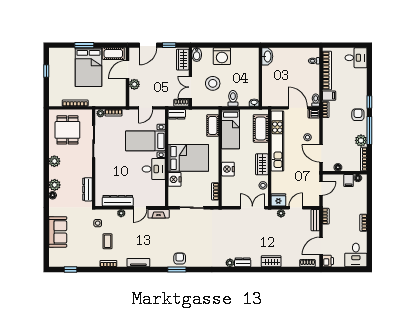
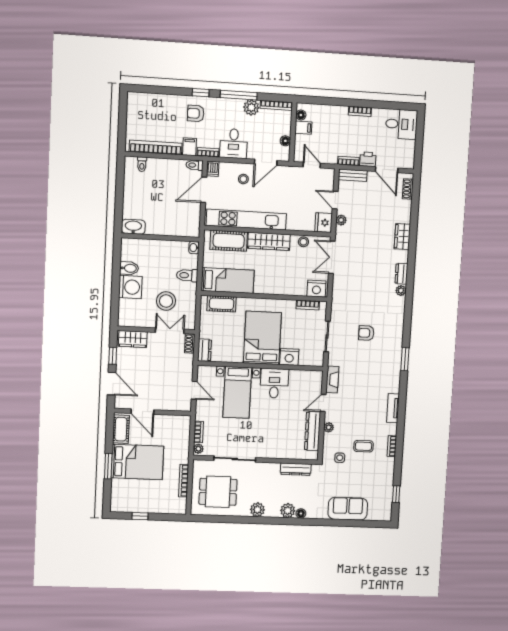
bidet: (197, 55) -> (129, 268), moved
desk: (356, 58) -> (234, 144), moved, turned 180
plant: (134, 84) -> (163, 403), removed
double door: (190, 87) -> (170, 331), swing flipped
armchair: (358, 115) -> (196, 113), moved
wardrobe: (262, 164) -> (269, 241), width x1.50
nightstand: (228, 169) -> (316, 289), moved
door: (140, 208) -> (323, 403), swing flipped
armchair: (180, 259) -> (366, 333), moved
printer: (328, 261) -> (368, 159), moved

